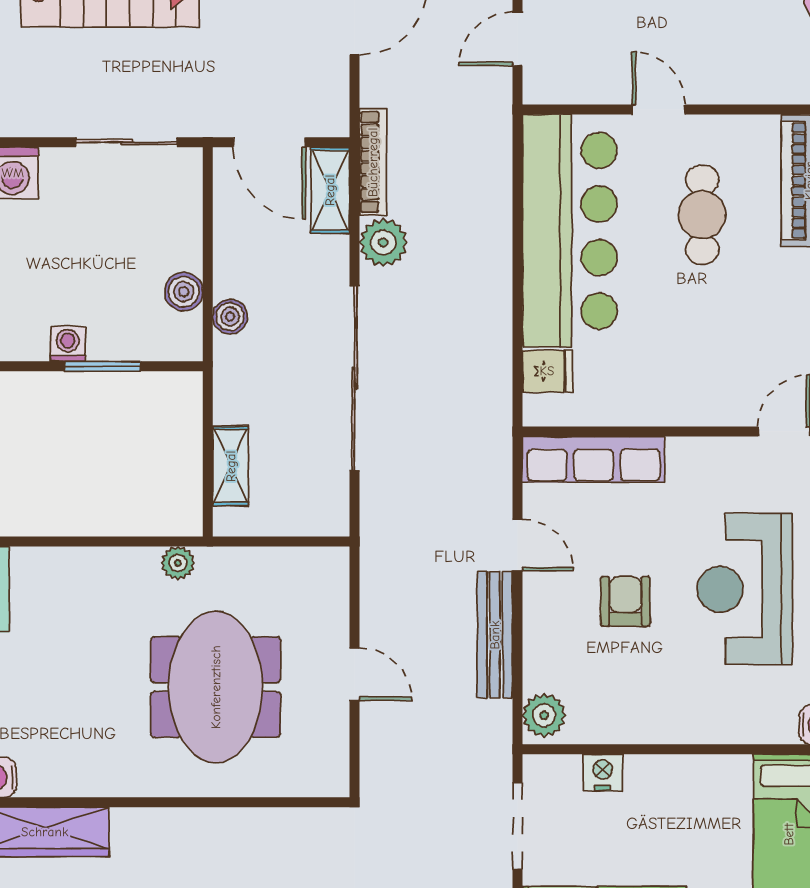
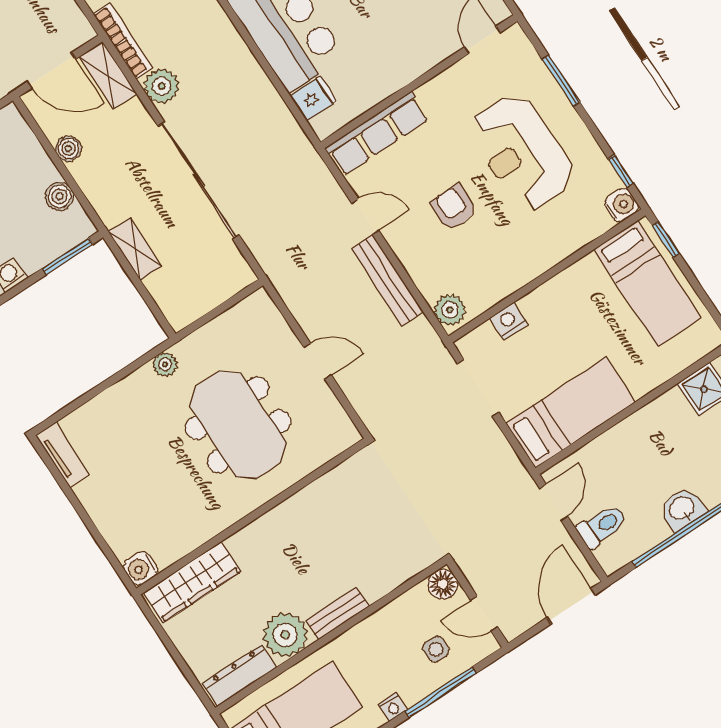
boiler: (230, 317) -> (68, 148), moved
window: (103, 366) -> (67, 256), moved
shelving: (231, 466) -> (135, 249), moved

